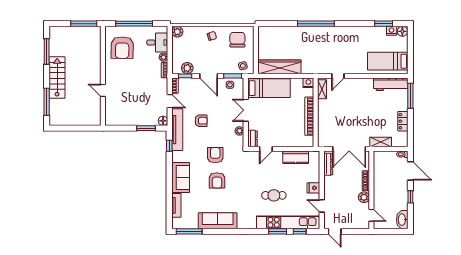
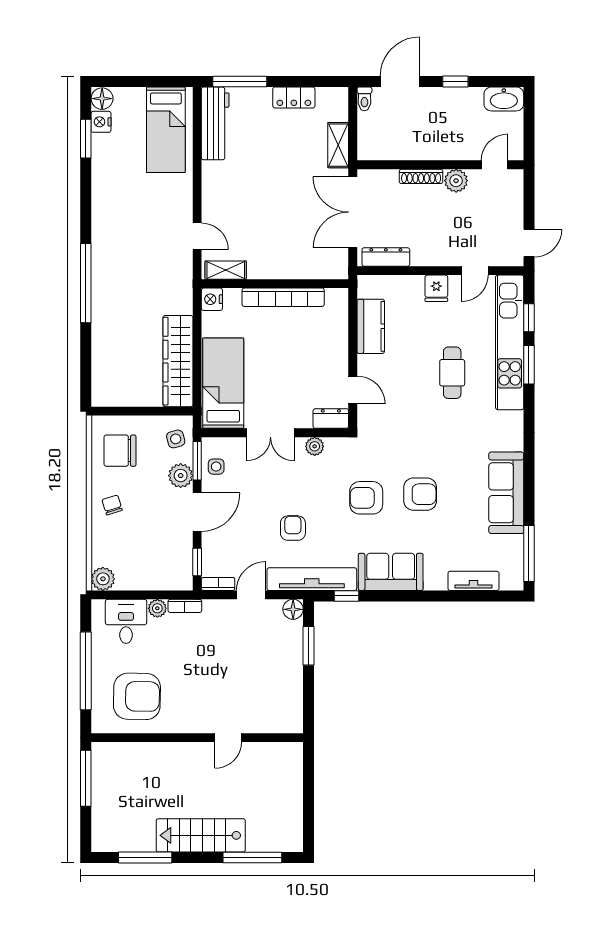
plant: (187, 68) -> (181, 476), moved
double door: (349, 149) -> (353, 212), swing flipped
sofa: (181, 177) -> (391, 572), moved

